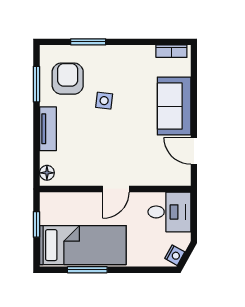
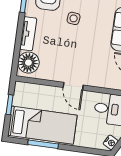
floor lamp: (47, 173) -> (28, 63), width x1.89, depth x1.89
door: (116, 189) -> (73, 86), hinge flipped

